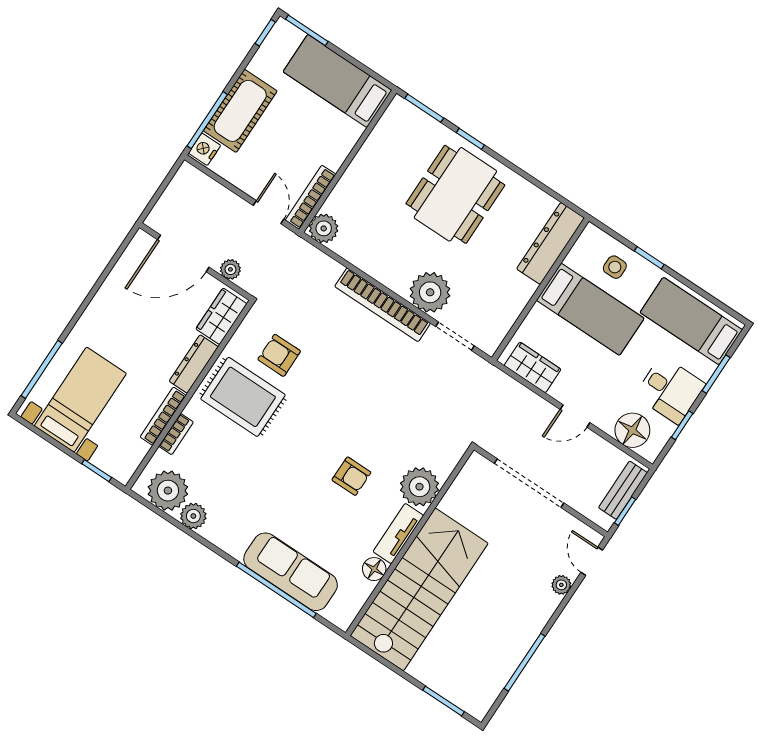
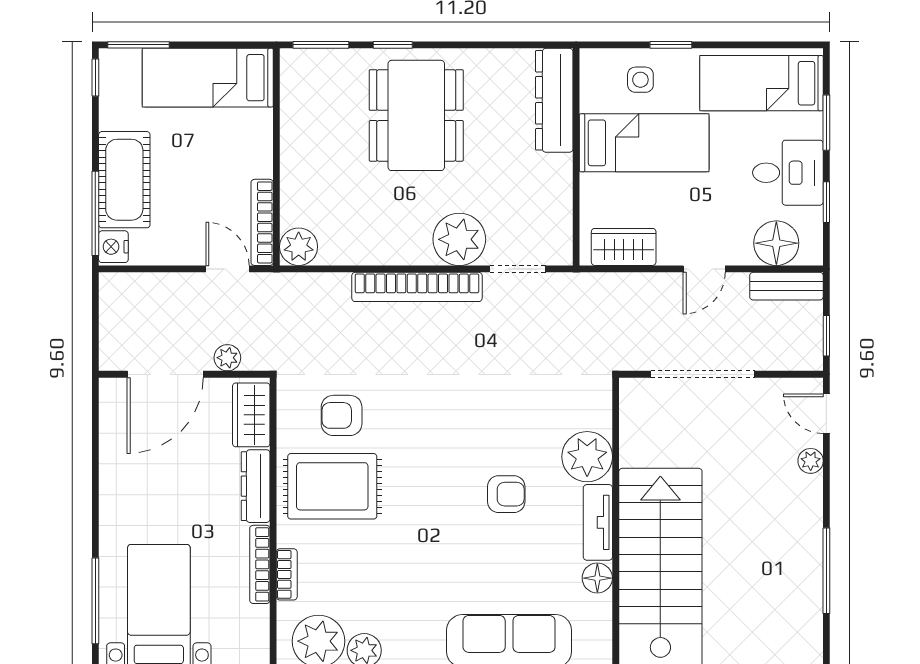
bench: (623, 490) -> (786, 286), moved, turned 90

